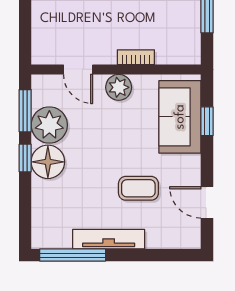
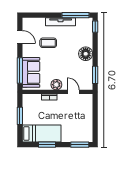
window: (207, 121) -> (20, 71), width x2.17
plant: (49, 125) -> (85, 69), removed
window: (25, 158) -> (95, 27), moved

